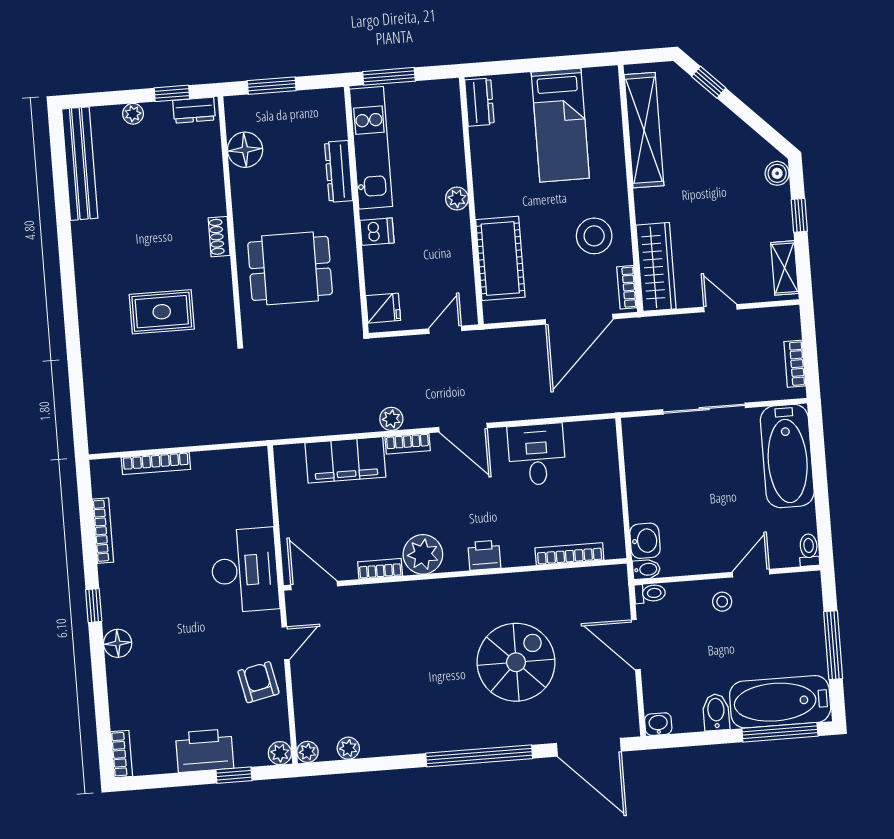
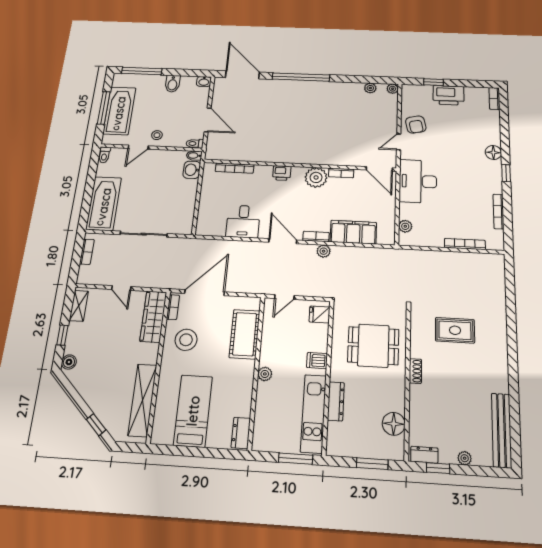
spiral stairs: (516, 662) -> (274, 119), removed
bathtub: (780, 702) -> (119, 111), moved, turned -90
plant: (280, 753) -> (405, 226), moved

